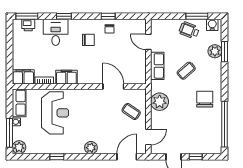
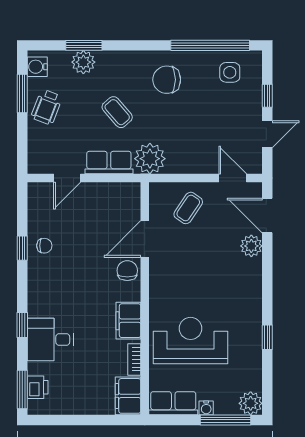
chair: (88, 40) -> (127, 271), moved
plant: (160, 102) -> (150, 159), moved
side table: (209, 135) -> (230, 72), added
plant: (91, 148) -> (251, 246), moved

